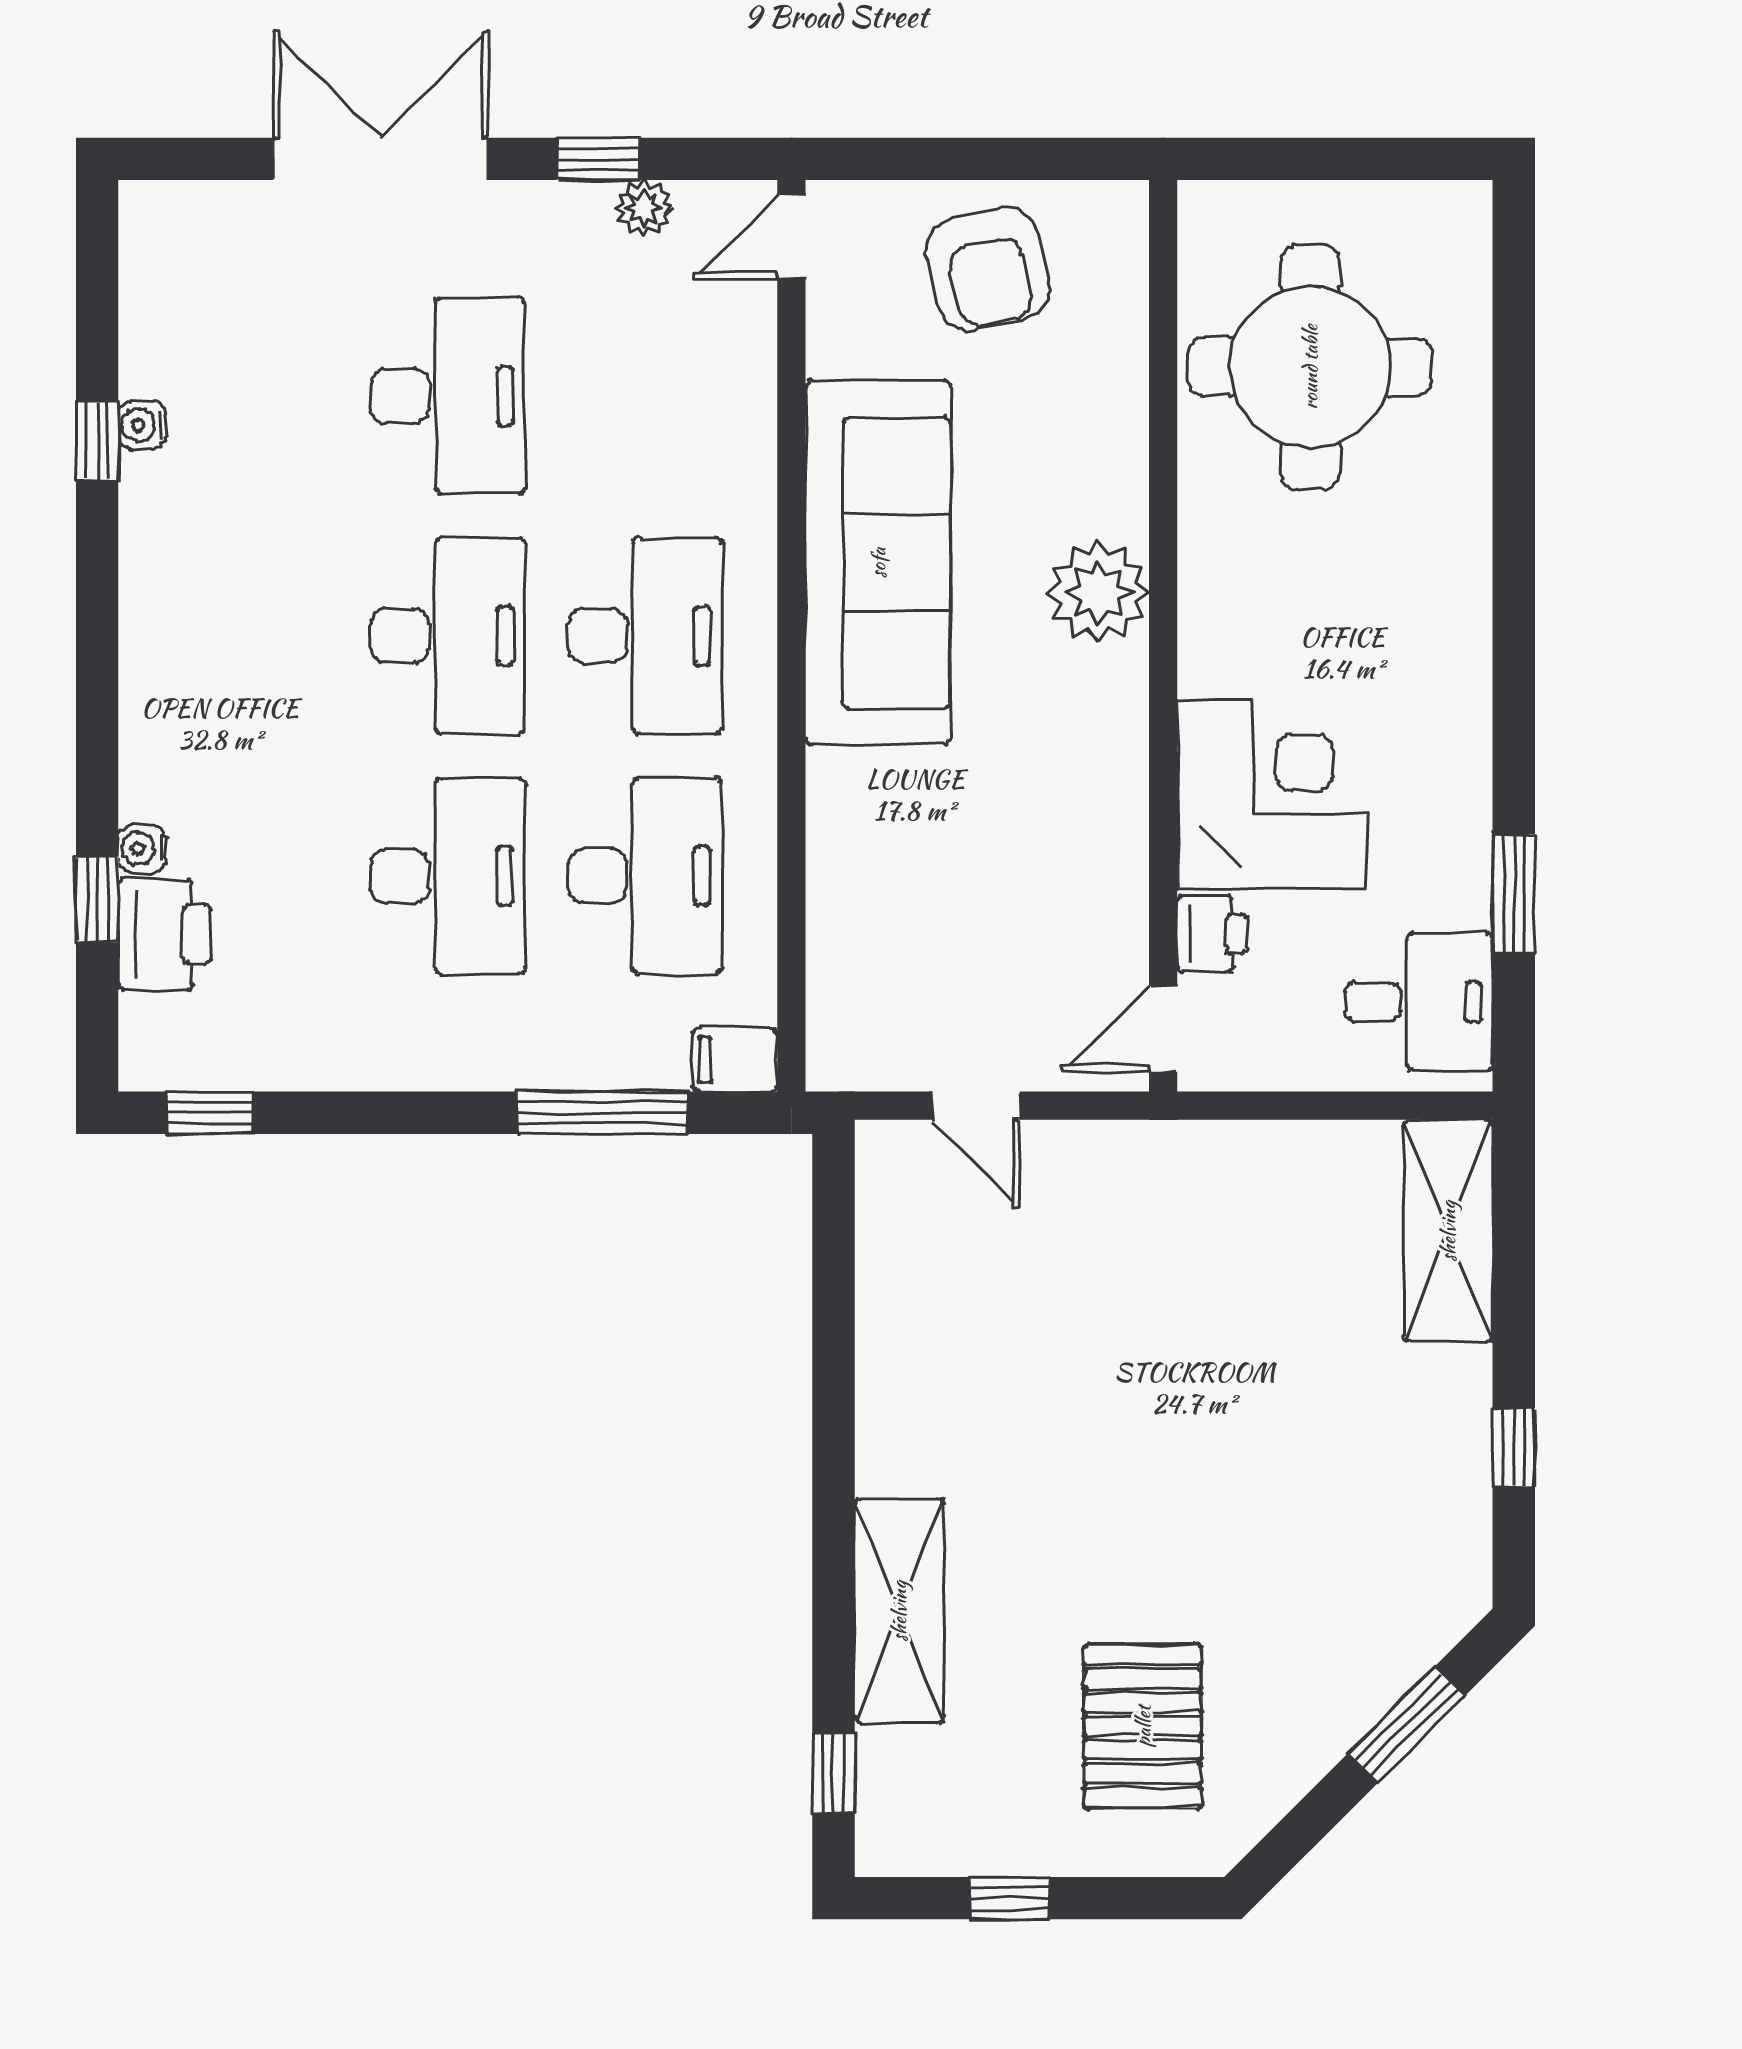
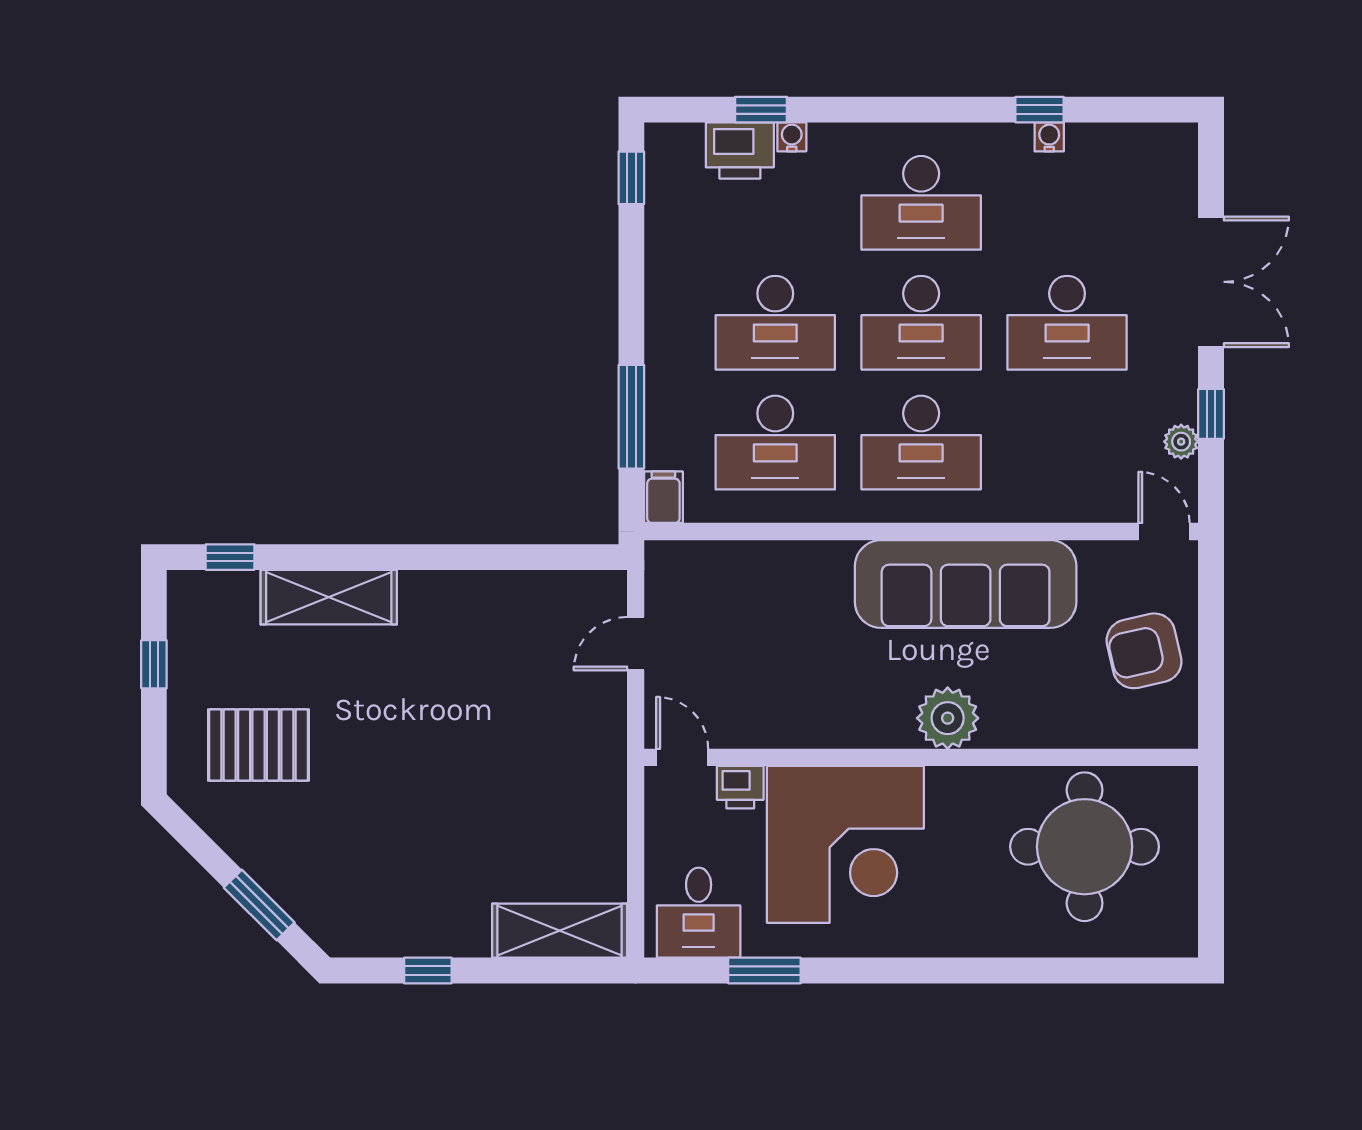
desk: (251, 636) -> (921, 203), added
corner desk: (1272, 795) -> (845, 844), width x1.36, depth x1.36

